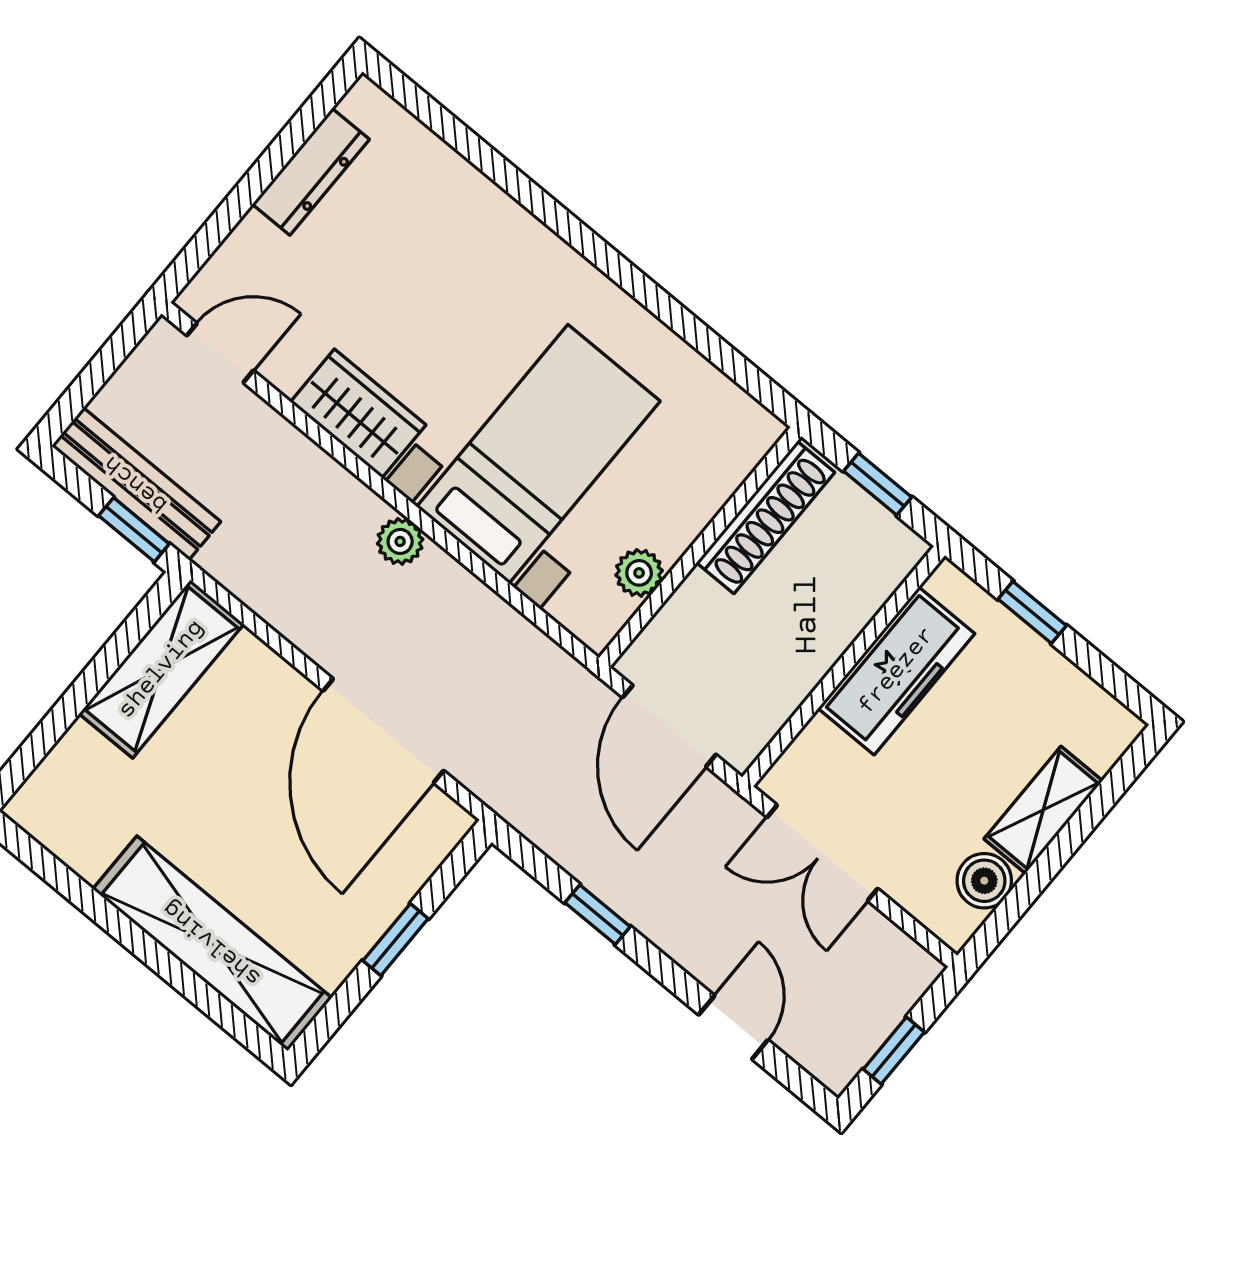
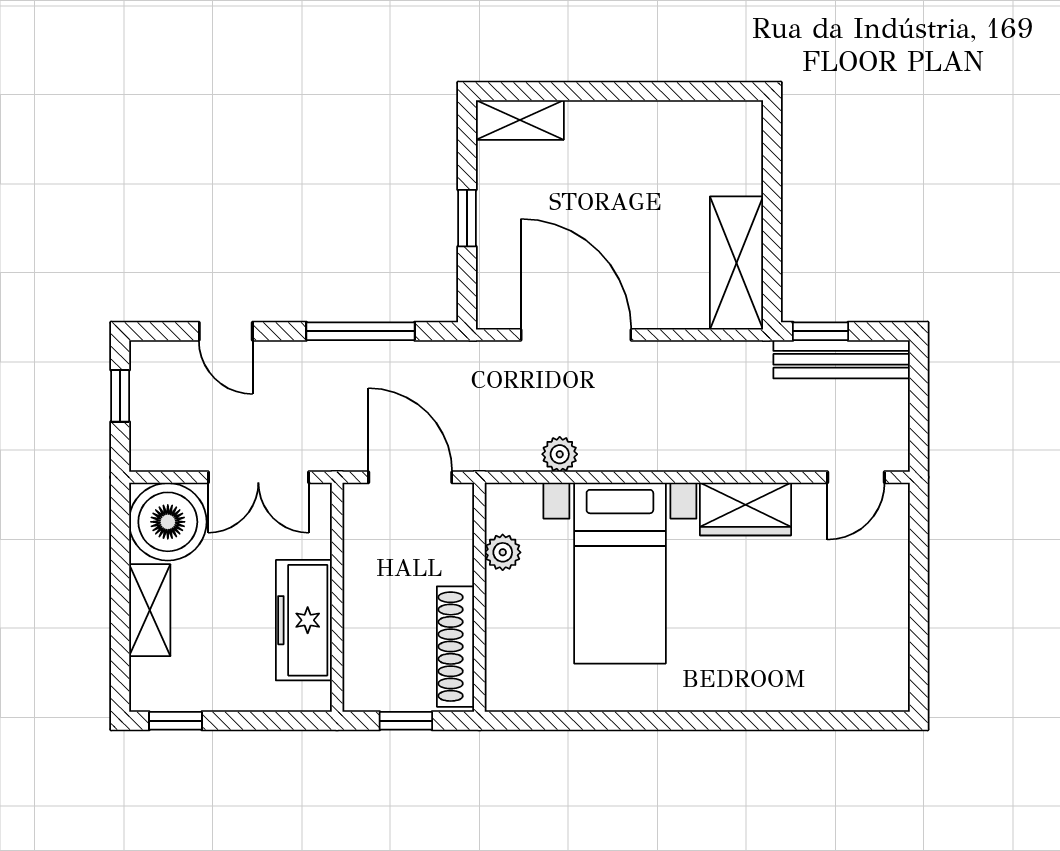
dresser: (311, 172) -> (891, 628), removed
plant: (400, 541) -> (560, 454), moved
window: (1032, 612) -> (175, 721), moved
double door: (822, 853) -> (258, 477), swing flipped
boiler: (984, 881) -> (168, 522), width x1.86, depth x1.86
window: (598, 915) -> (360, 331), width x2.17
shelving: (212, 943) -> (520, 120), width x0.45, depth x0.75

